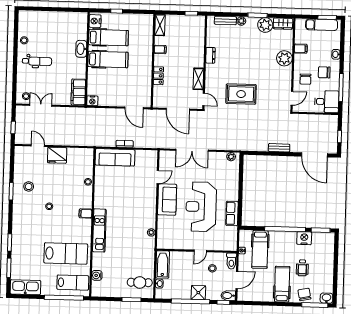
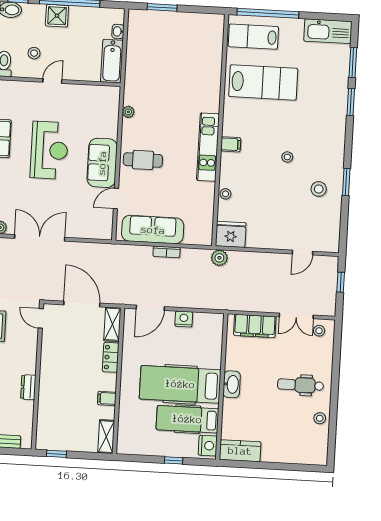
kitchen counter: (74, 18) -> (240, 451), added
washbasin: (81, 49) -> (232, 384), moved
hospital bed: (108, 59) -> (180, 384), width x1.37, depth x1.29
shelving: (198, 79) -> (112, 324), moved
filing cabinet: (78, 92) -> (255, 326), moved, turned 90
nightstand: (92, 101) -> (184, 319), moved
door: (134, 108) -> (150, 308), swing flipped
plant: (91, 141) -> (219, 258), added
door: (38, 146) -> (303, 253), hinge flipped
double door: (192, 150) -> (40, 238), moved
fridge: (57, 155) -> (231, 234), moved
sofa: (115, 157) -> (153, 230), moved
reception desk: (201, 207) -> (49, 150), width x0.74, depth x0.77
kitchen unit: (99, 230) -> (208, 147), moved
lab bench: (66, 253) -> (263, 82), turned 180
water cooler: (97, 275) -> (215, 47), removed
cafe table: (140, 282) -> (143, 160), moved

